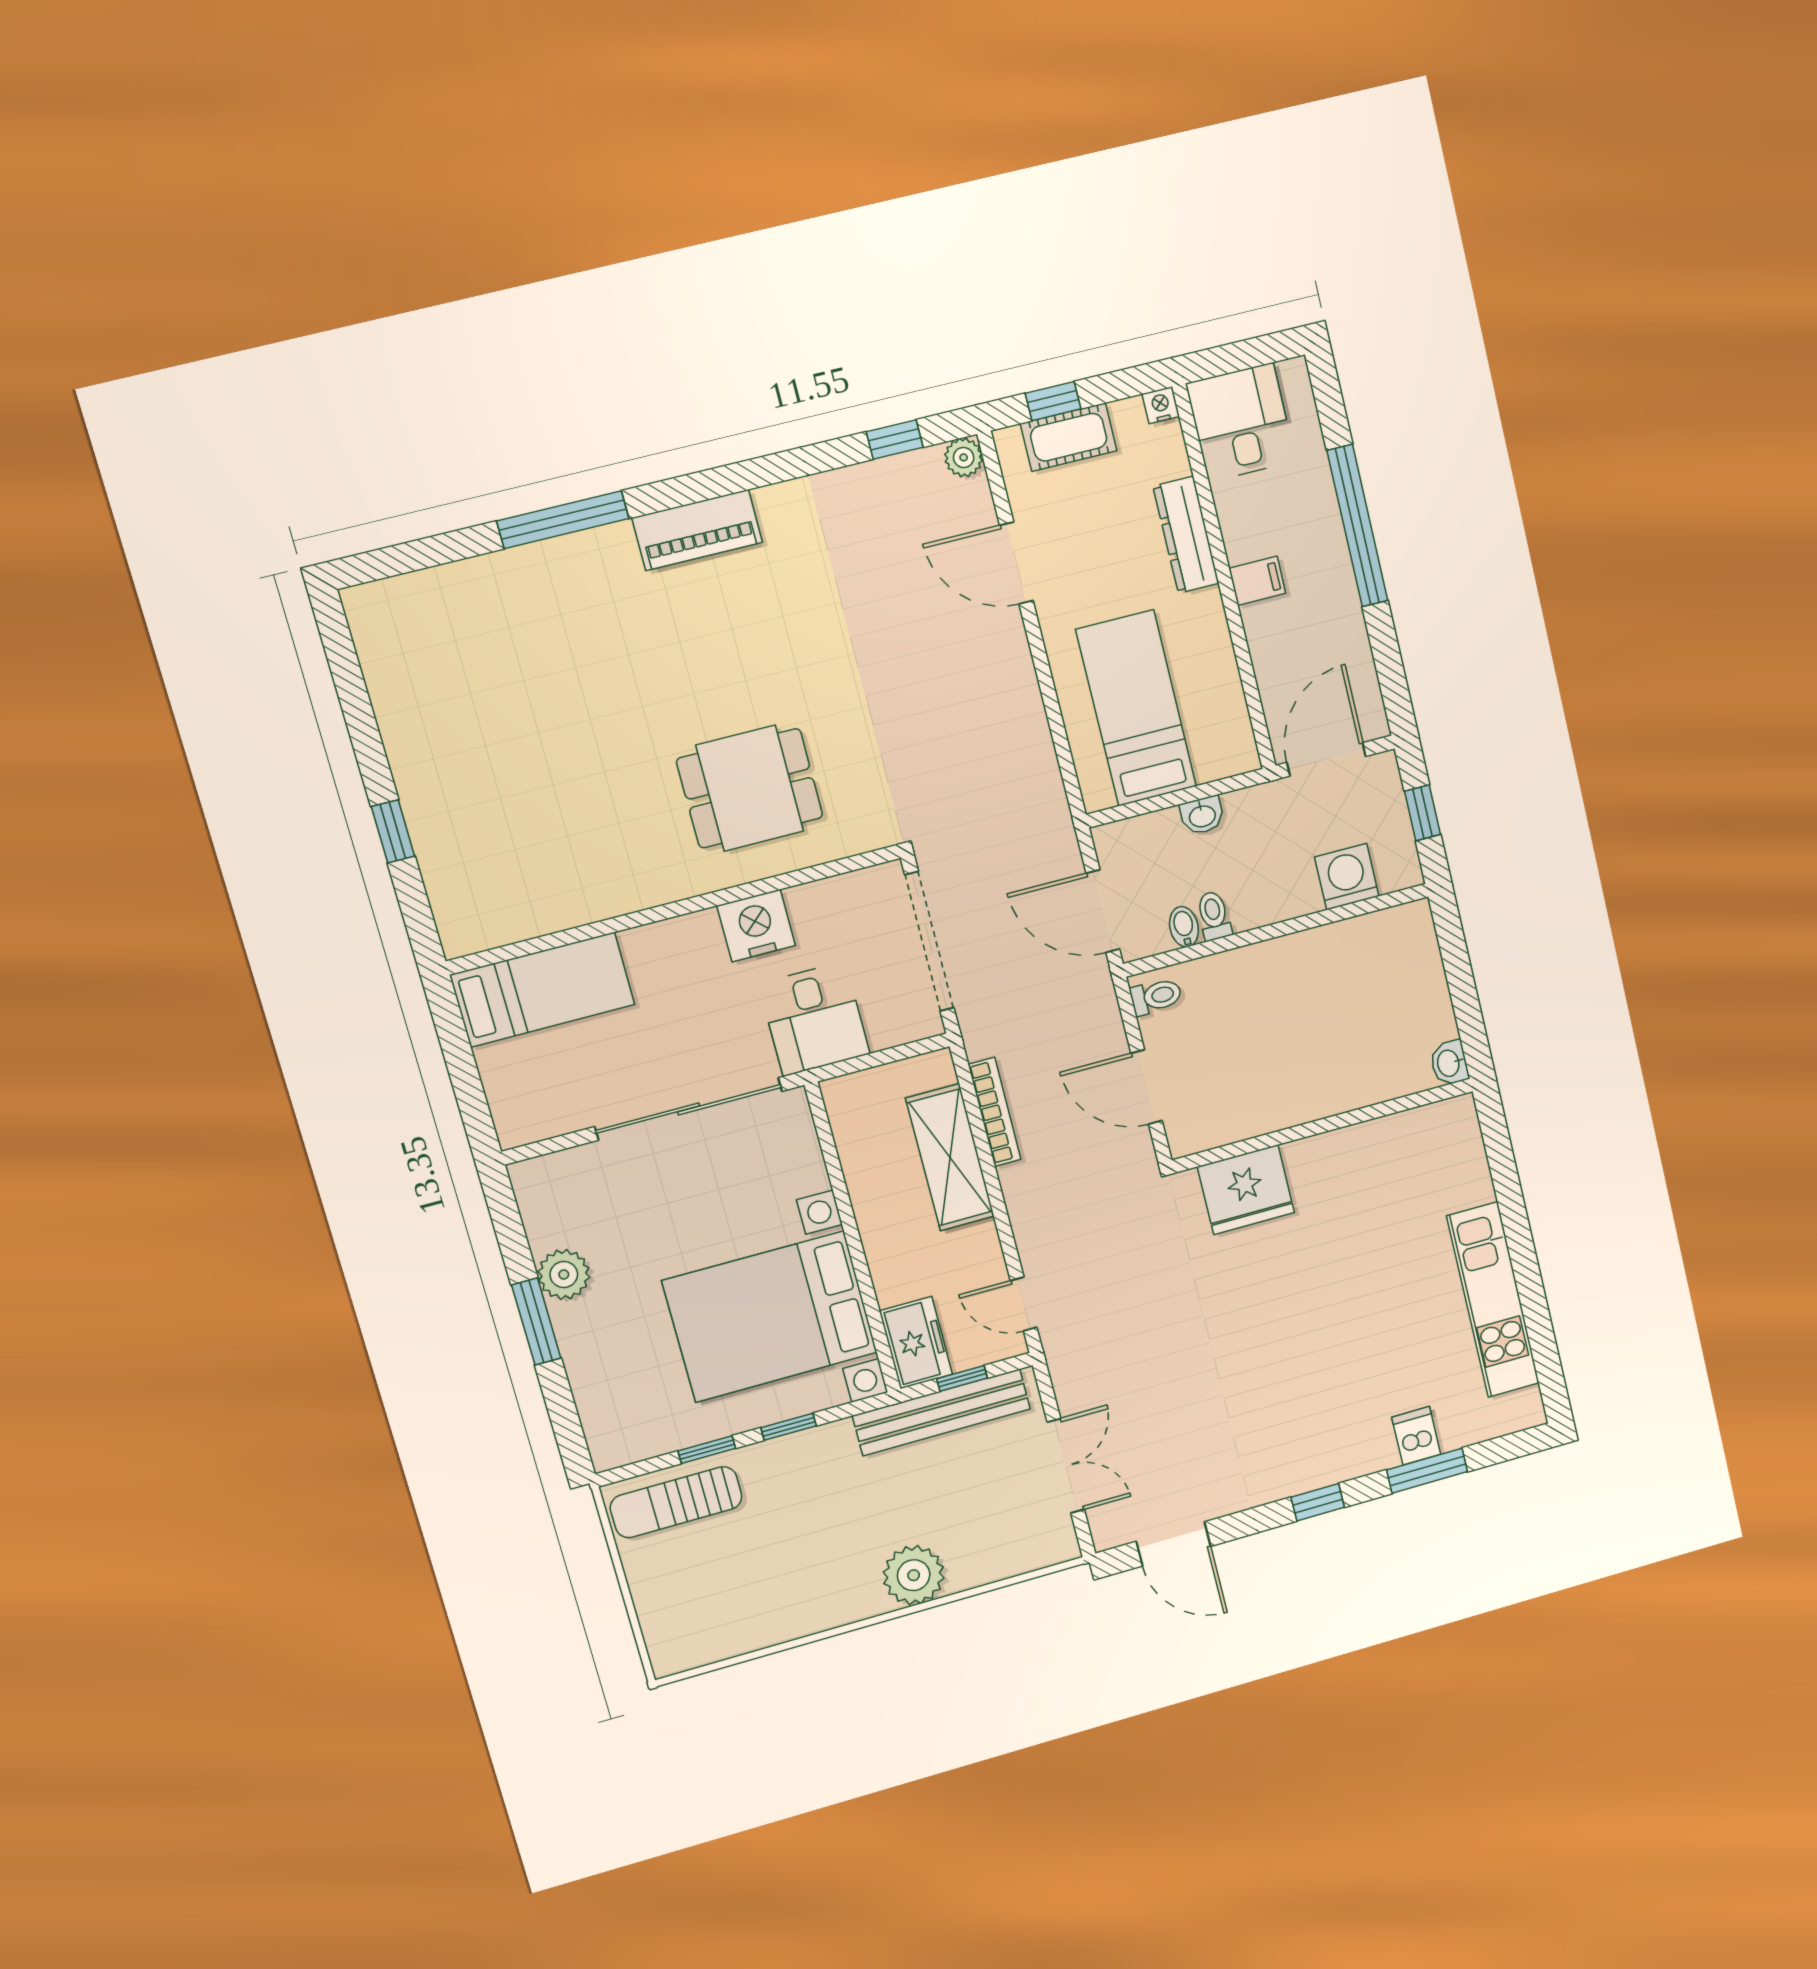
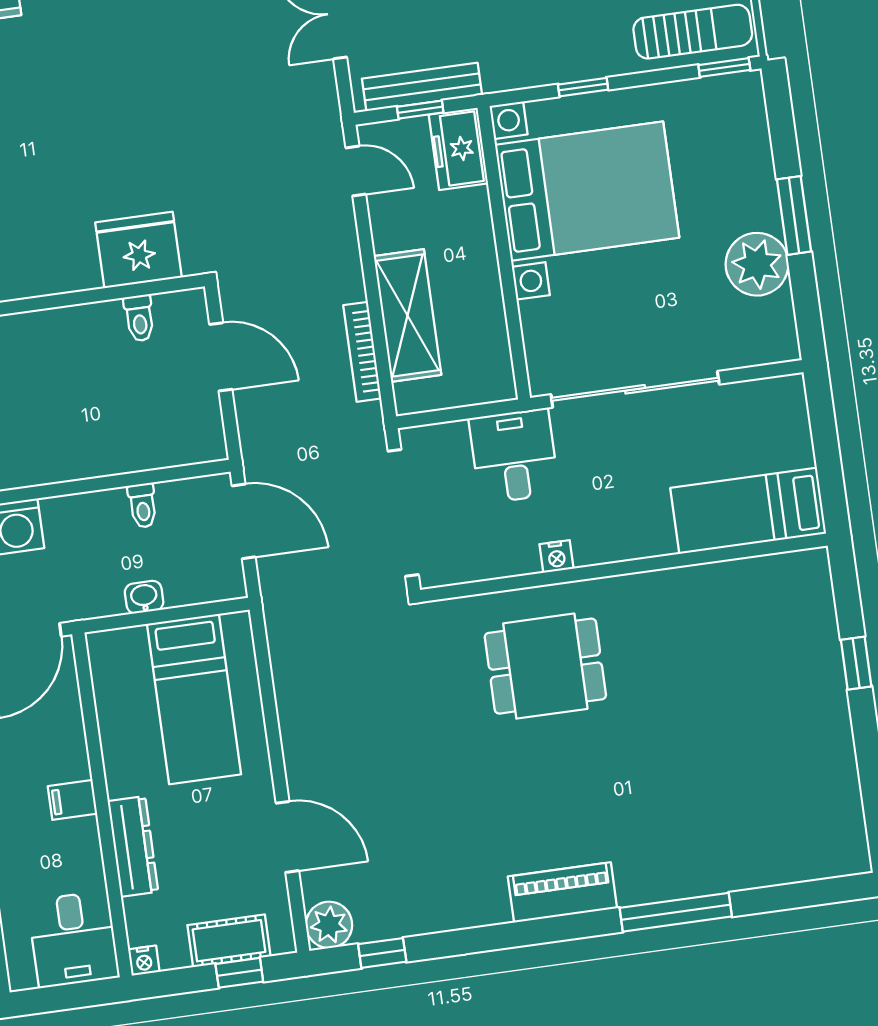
plant: (964, 457) -> (329, 925), width x1.38, depth x1.38
nightstand: (756, 926) -> (557, 556), width x0.53, depth x0.56
bidet: (1184, 927) -> (171, 499), removed
toilet: (1156, 996) -> (139, 318), moved, turned -90
plant: (564, 1274) -> (757, 264), width x1.36, depth x1.36
bench: (942, 1412) -> (422, 87), width x0.73, depth x0.82
window: (707, 1450) -> (724, 67), moved

